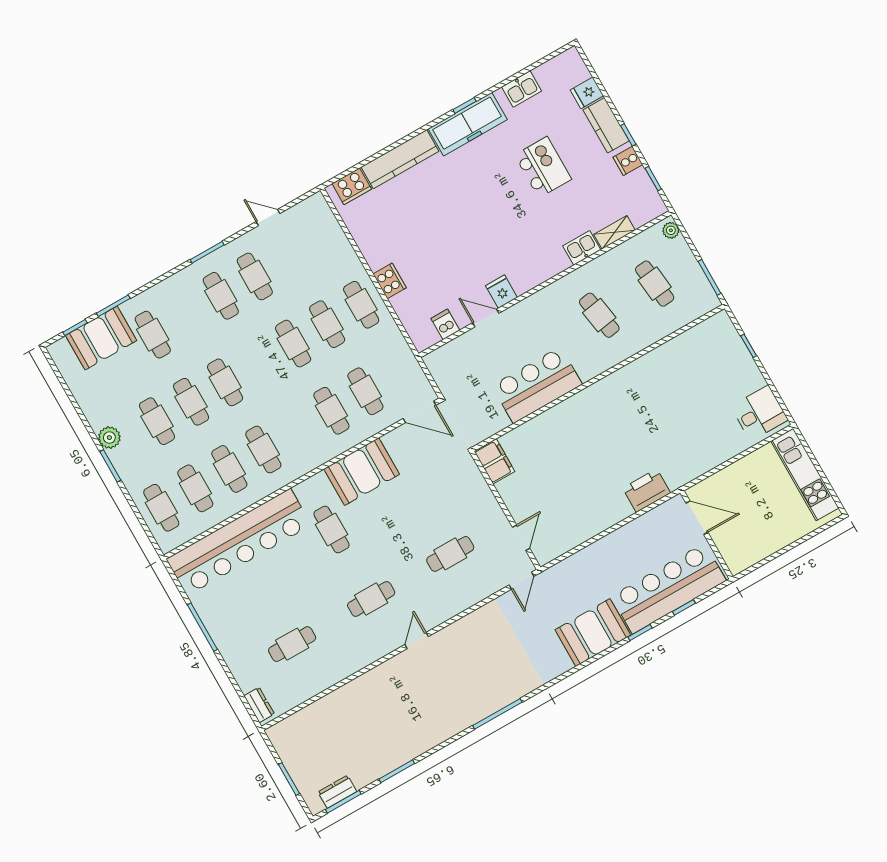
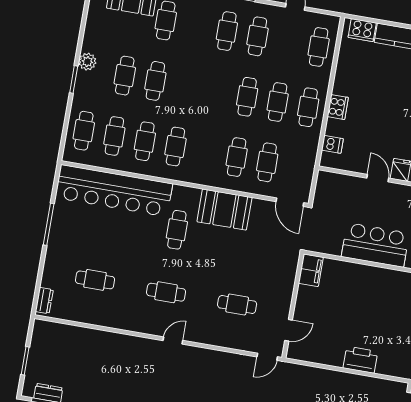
dishwasher: (445, 324) -> (332, 144), moved, turned 90
cafe table: (225, 382) -> (319, 47), moved
printer: (647, 491) -> (360, 360), moved

